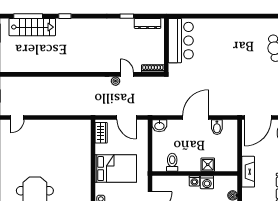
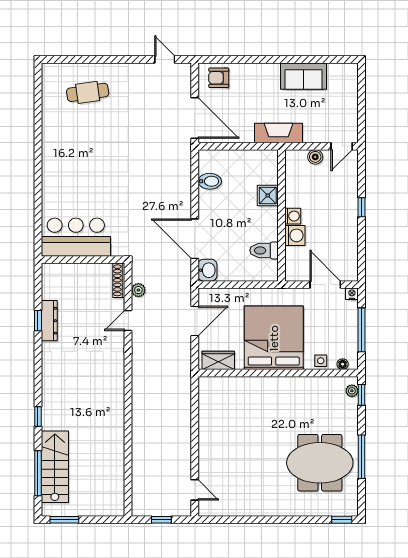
dresser: (148, 23) -> (49, 321), moved
plant: (116, 81) -> (138, 290), moved
door: (196, 117) -> (195, 239), moved
bed: (116, 169) -> (274, 338), width x1.36
washing machine: (207, 182) -> (295, 235), moved

